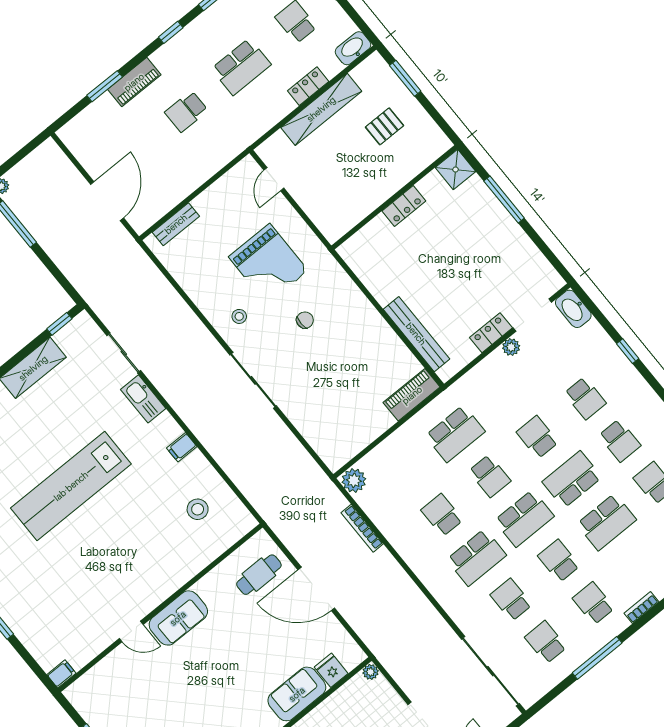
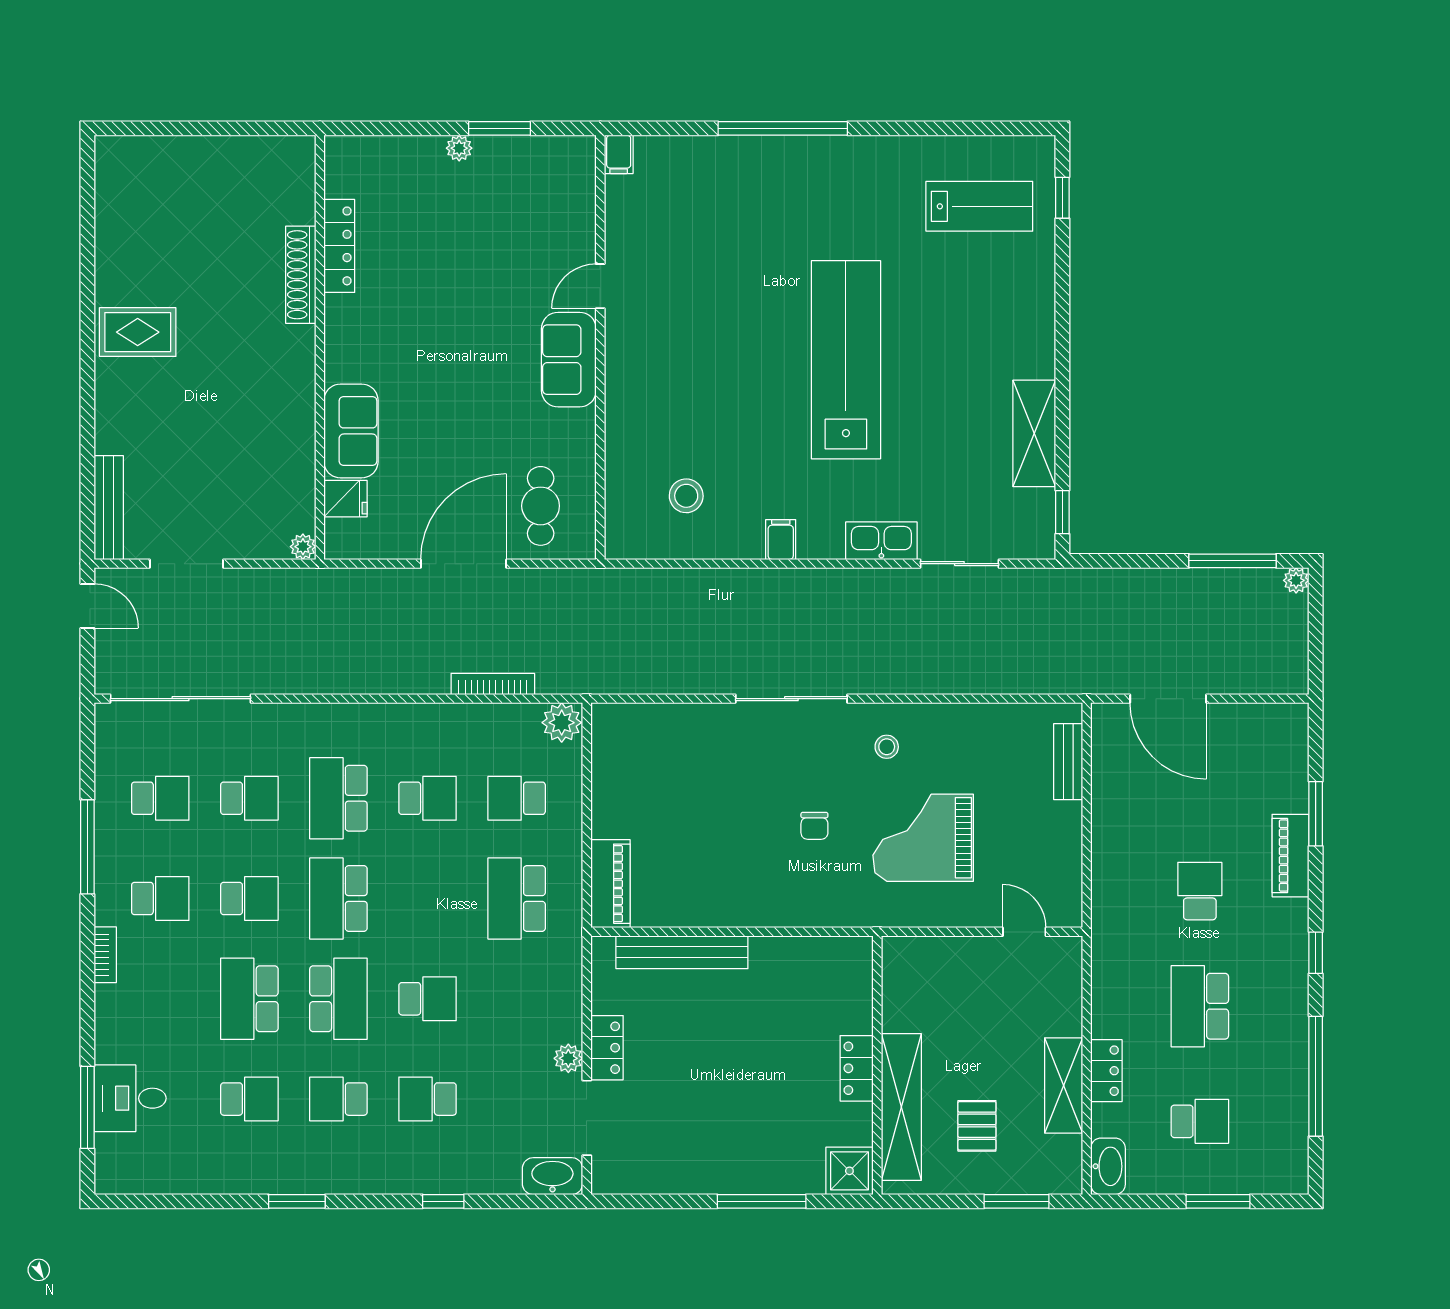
shelving: (321, 109) -> (1064, 1085), width x0.68
shelving: (405, 170) -> (901, 1107), added
school desk: (490, 476) -> (517, 798), moved

